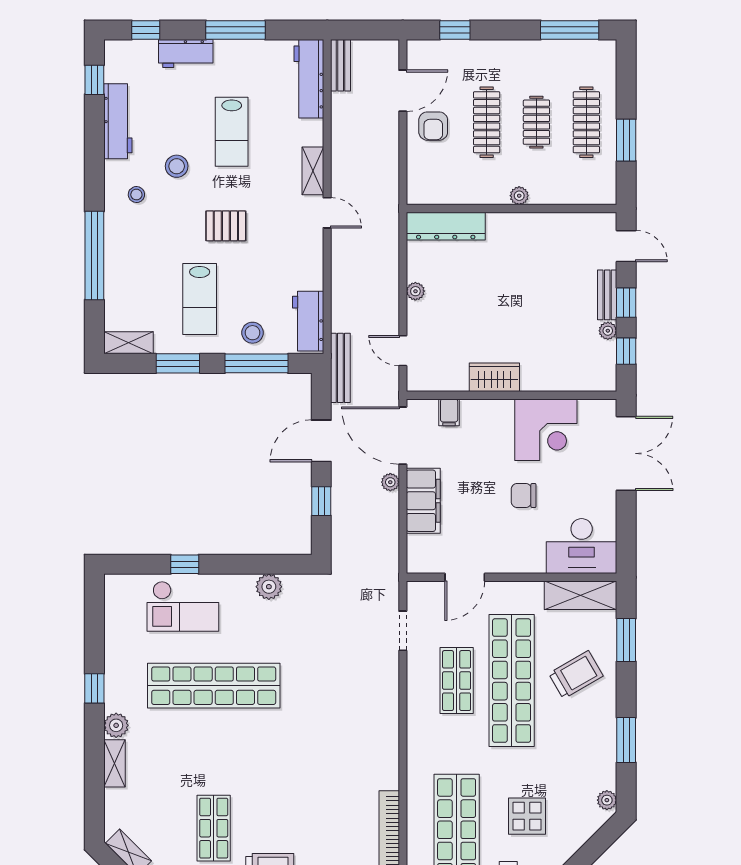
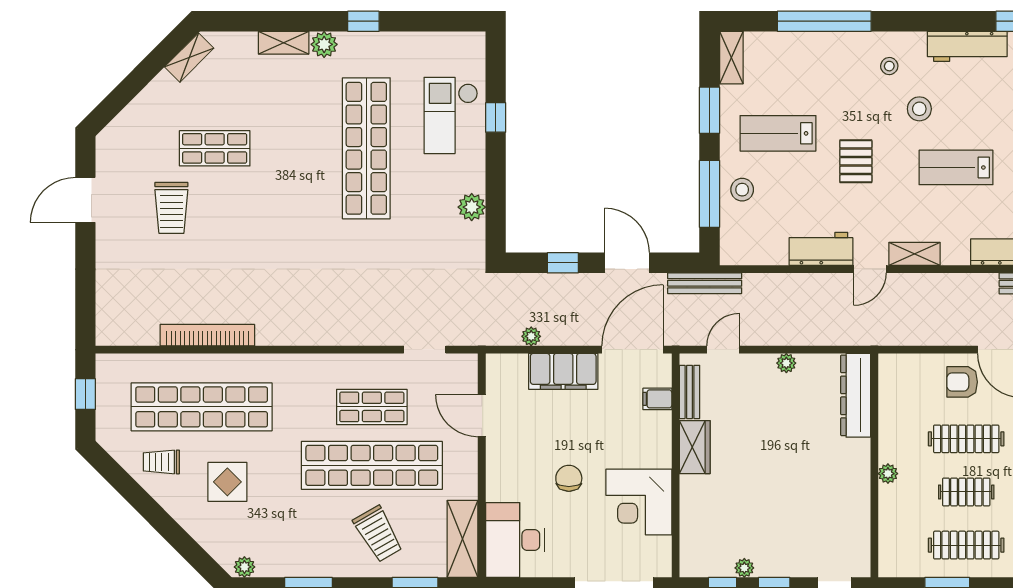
bench: (607, 295) -> (689, 392), moved, turned 90
workbench: (308, 321) -> (821, 249), moved
plant: (390, 482) -> (531, 336), moved

